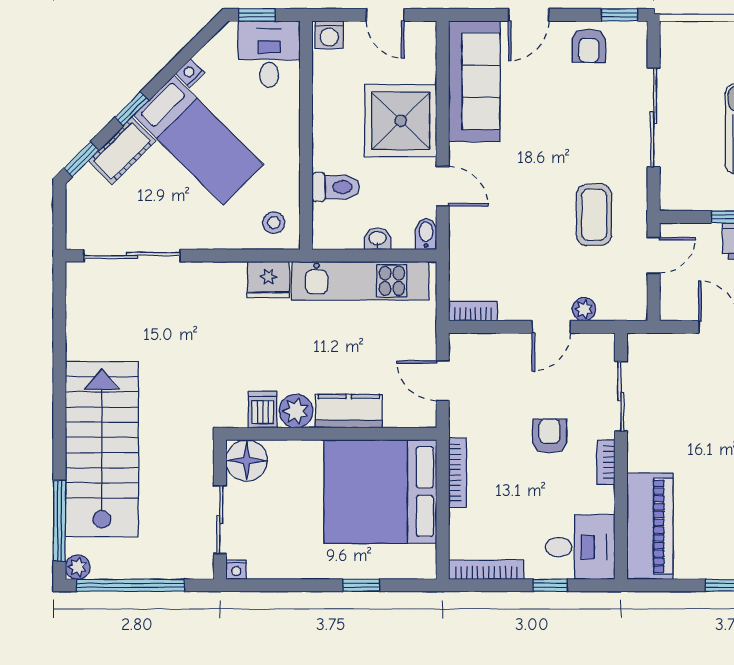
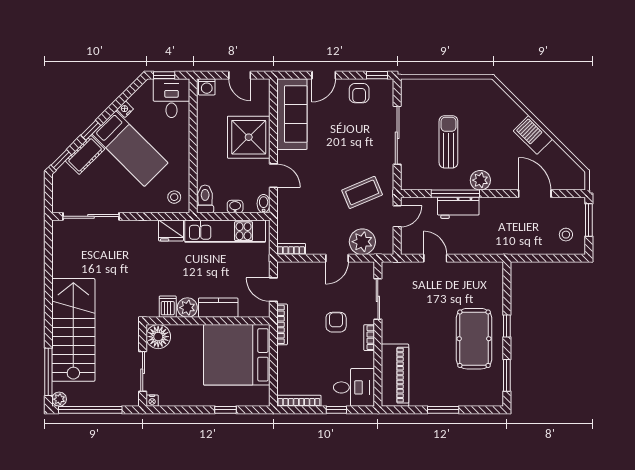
toilet: (336, 187) -> (205, 199), moved, turned -90
coffee table: (594, 215) -> (362, 192), turned 67
plant: (584, 309) -> (362, 242), width x1.88, depth x1.88
bookcase: (458, 472) -> (282, 324), moved

